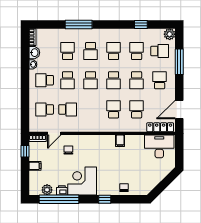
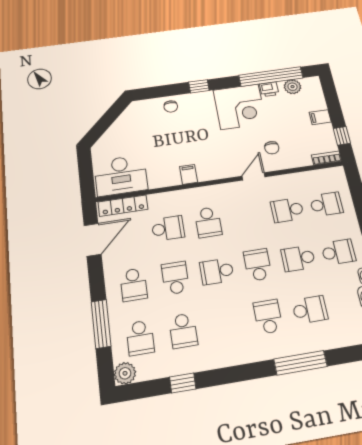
school desk: (68, 51) -> (310, 310), turned -90
school desk: (114, 51) -> (226, 324), removed
school desk: (160, 51) -> (140, 338), turned -90
school desk: (68, 80) -> (298, 258), turned -90
school desk: (114, 80) -> (217, 271), turned -90
school desk: (137, 109) -> (168, 228), turned -90
door: (54, 133) -> (253, 176), moved

